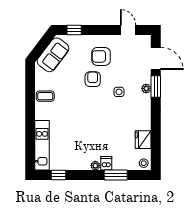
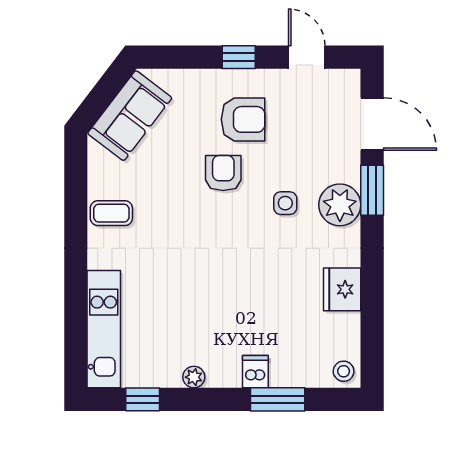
window: (74, 30) -> (239, 57), moved
armchair: (101, 56) -> (243, 119), turned 180
plant: (146, 88) -> (340, 205), width x1.87, depth x1.87
fridge: (143, 140) -> (342, 289), moved
plant: (95, 166) -> (194, 377), moved

